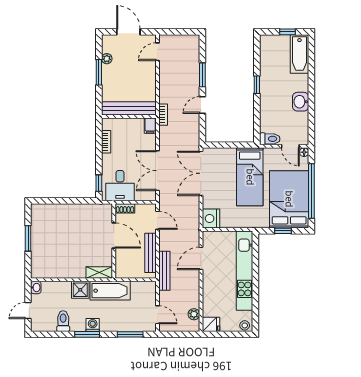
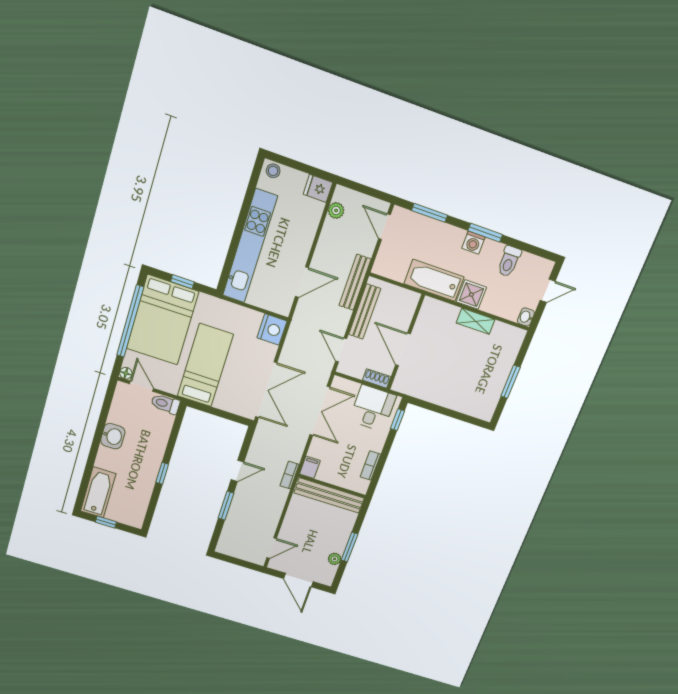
shelving: (99, 273) -> (476, 321), moved

